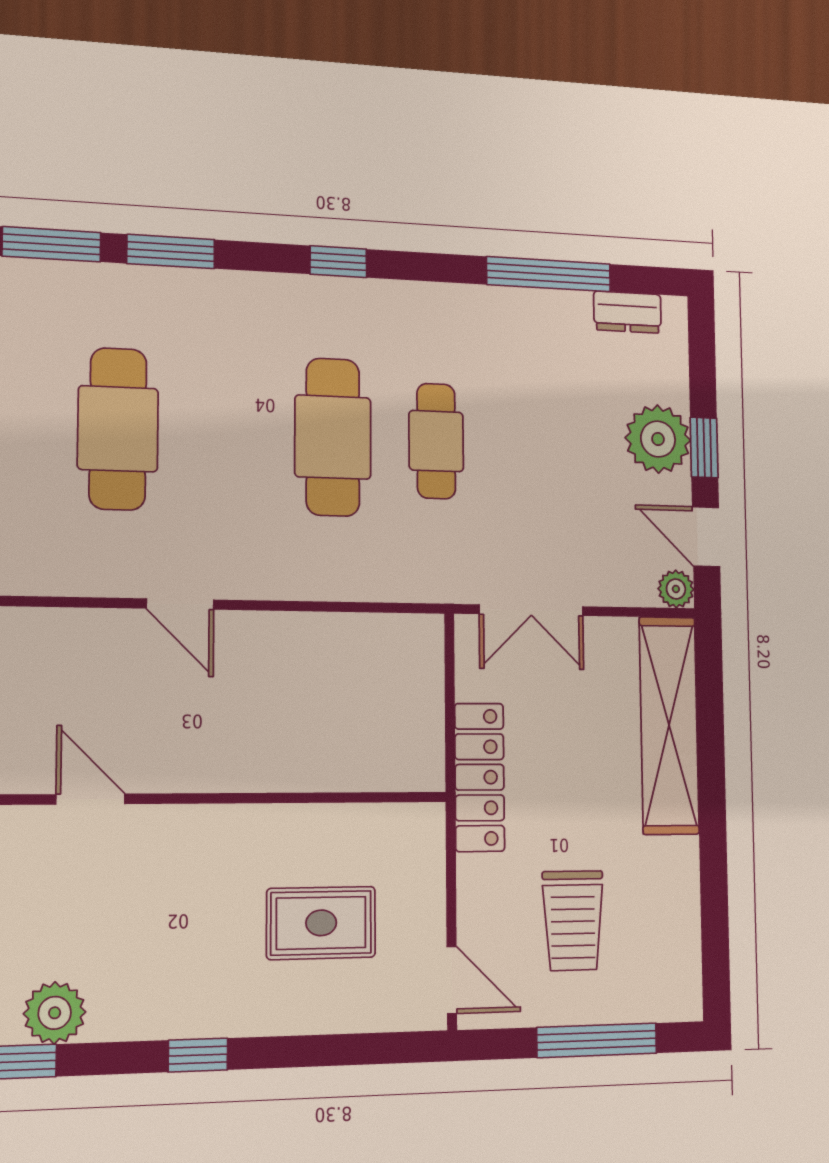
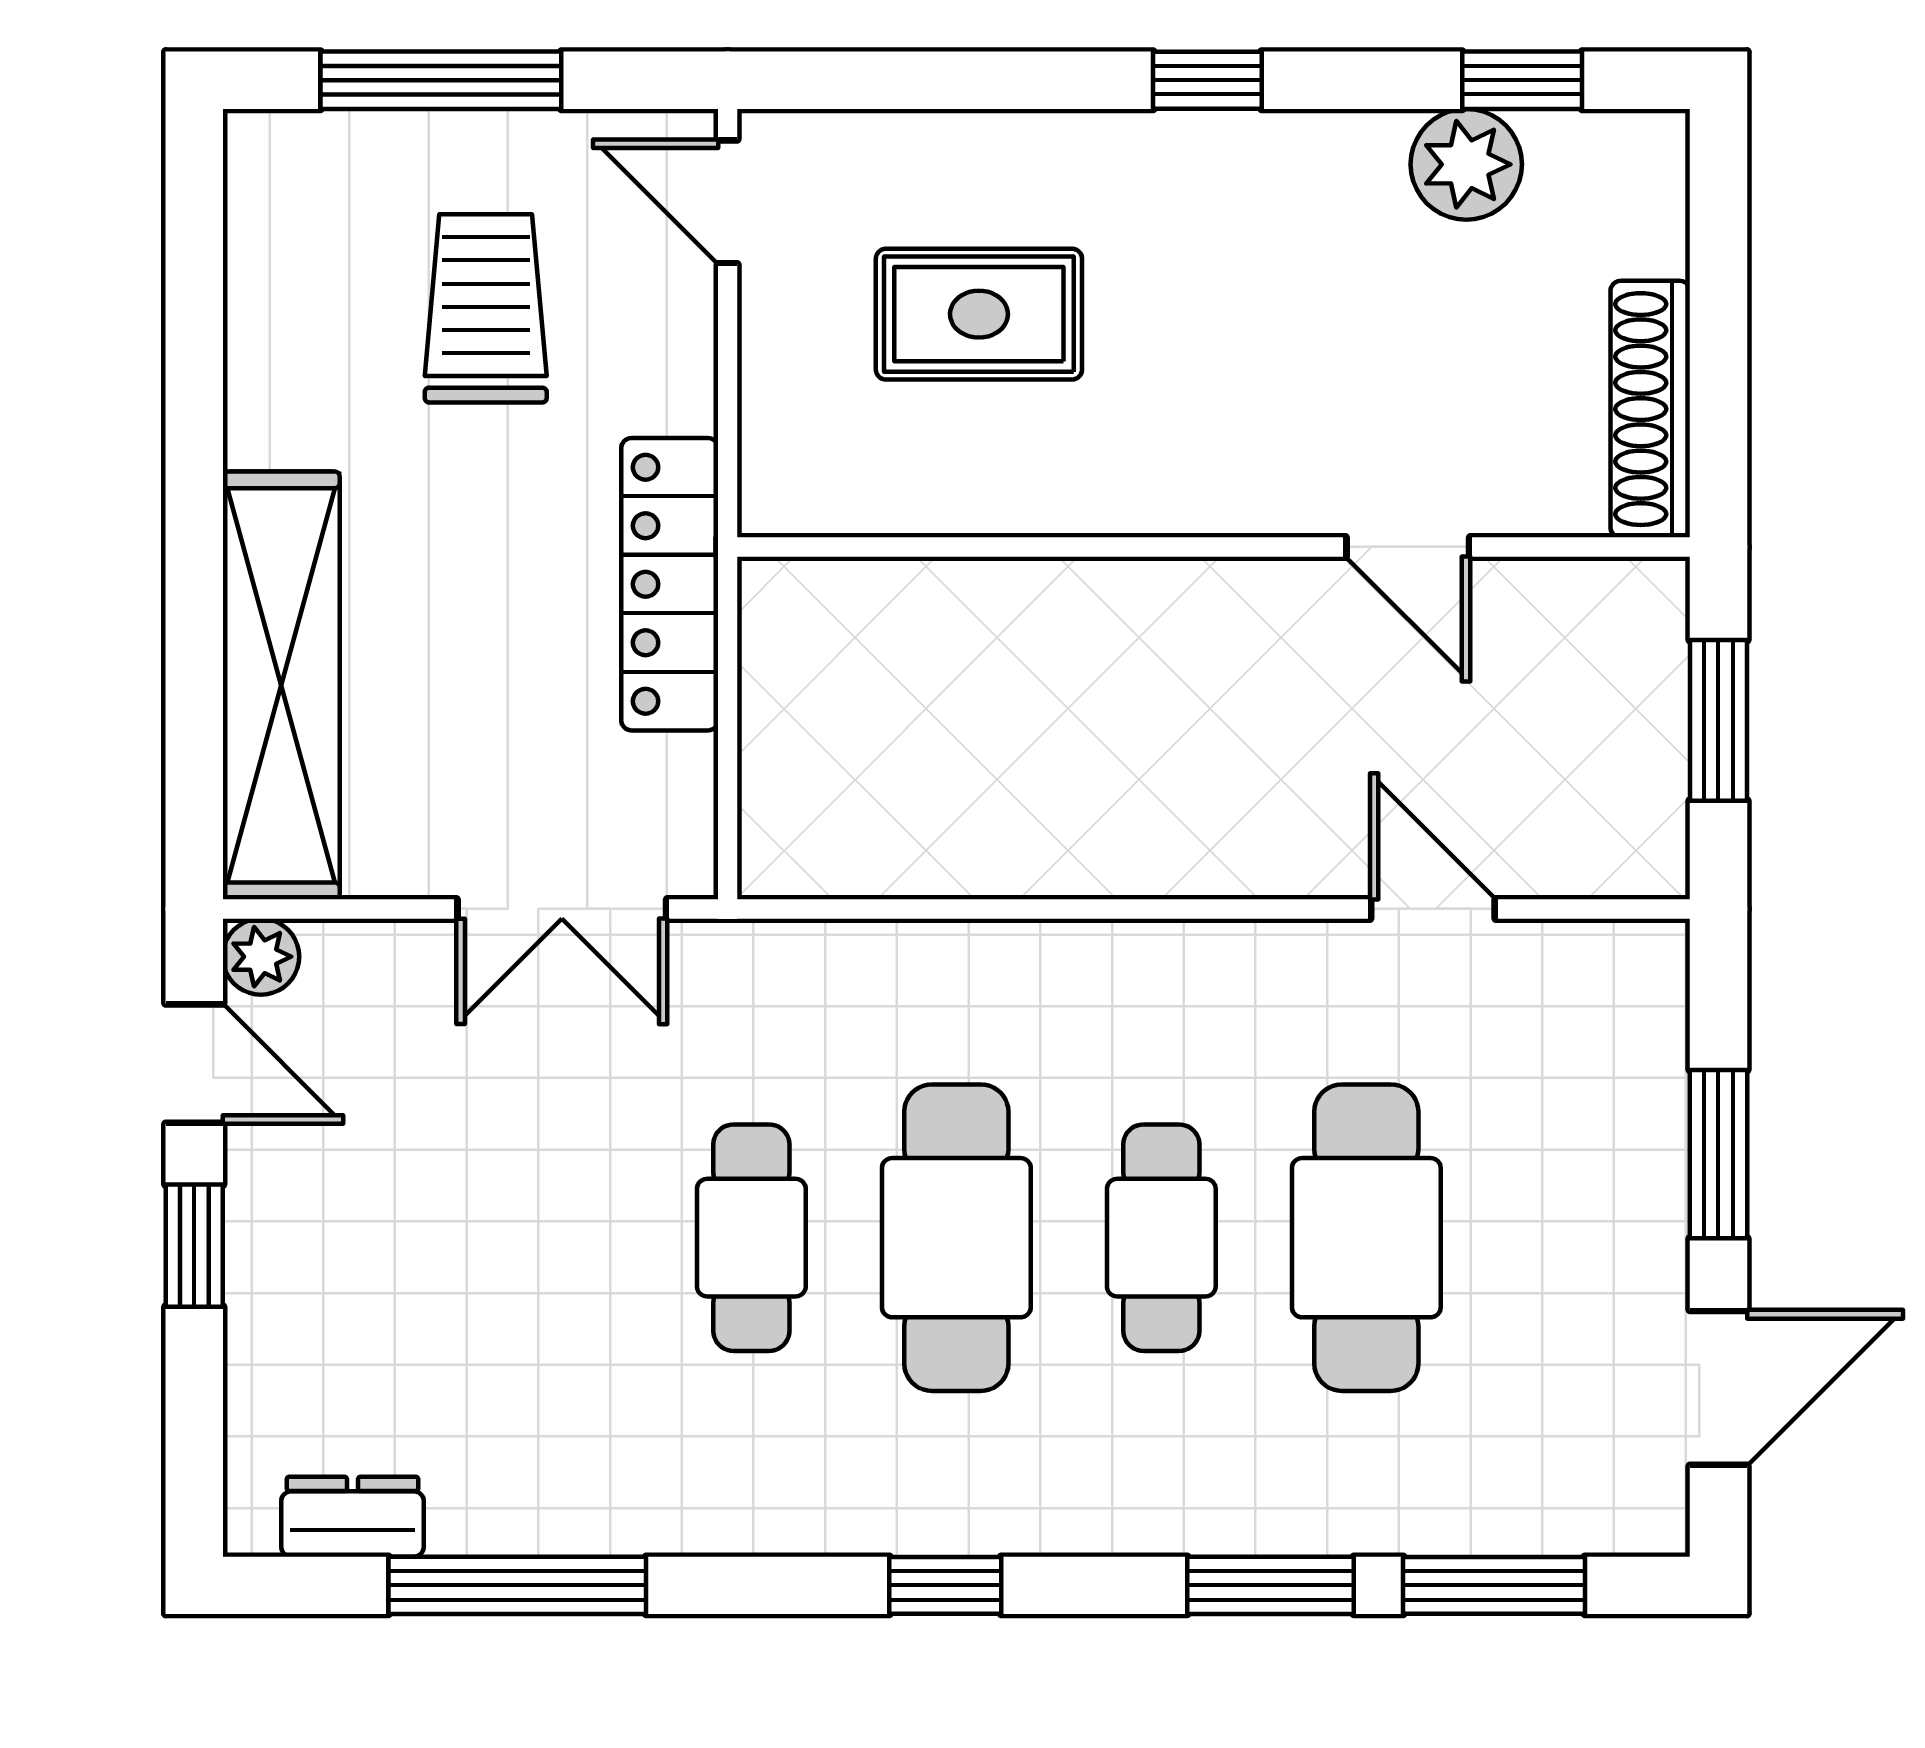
cafe table: (227, 433) -> (1161, 1238), added
plant: (658, 439) -> (293, 1259), removed
door: (180, 604) -> (1433, 909), moved
double door: (531, 610) -> (562, 909), swing flipped

